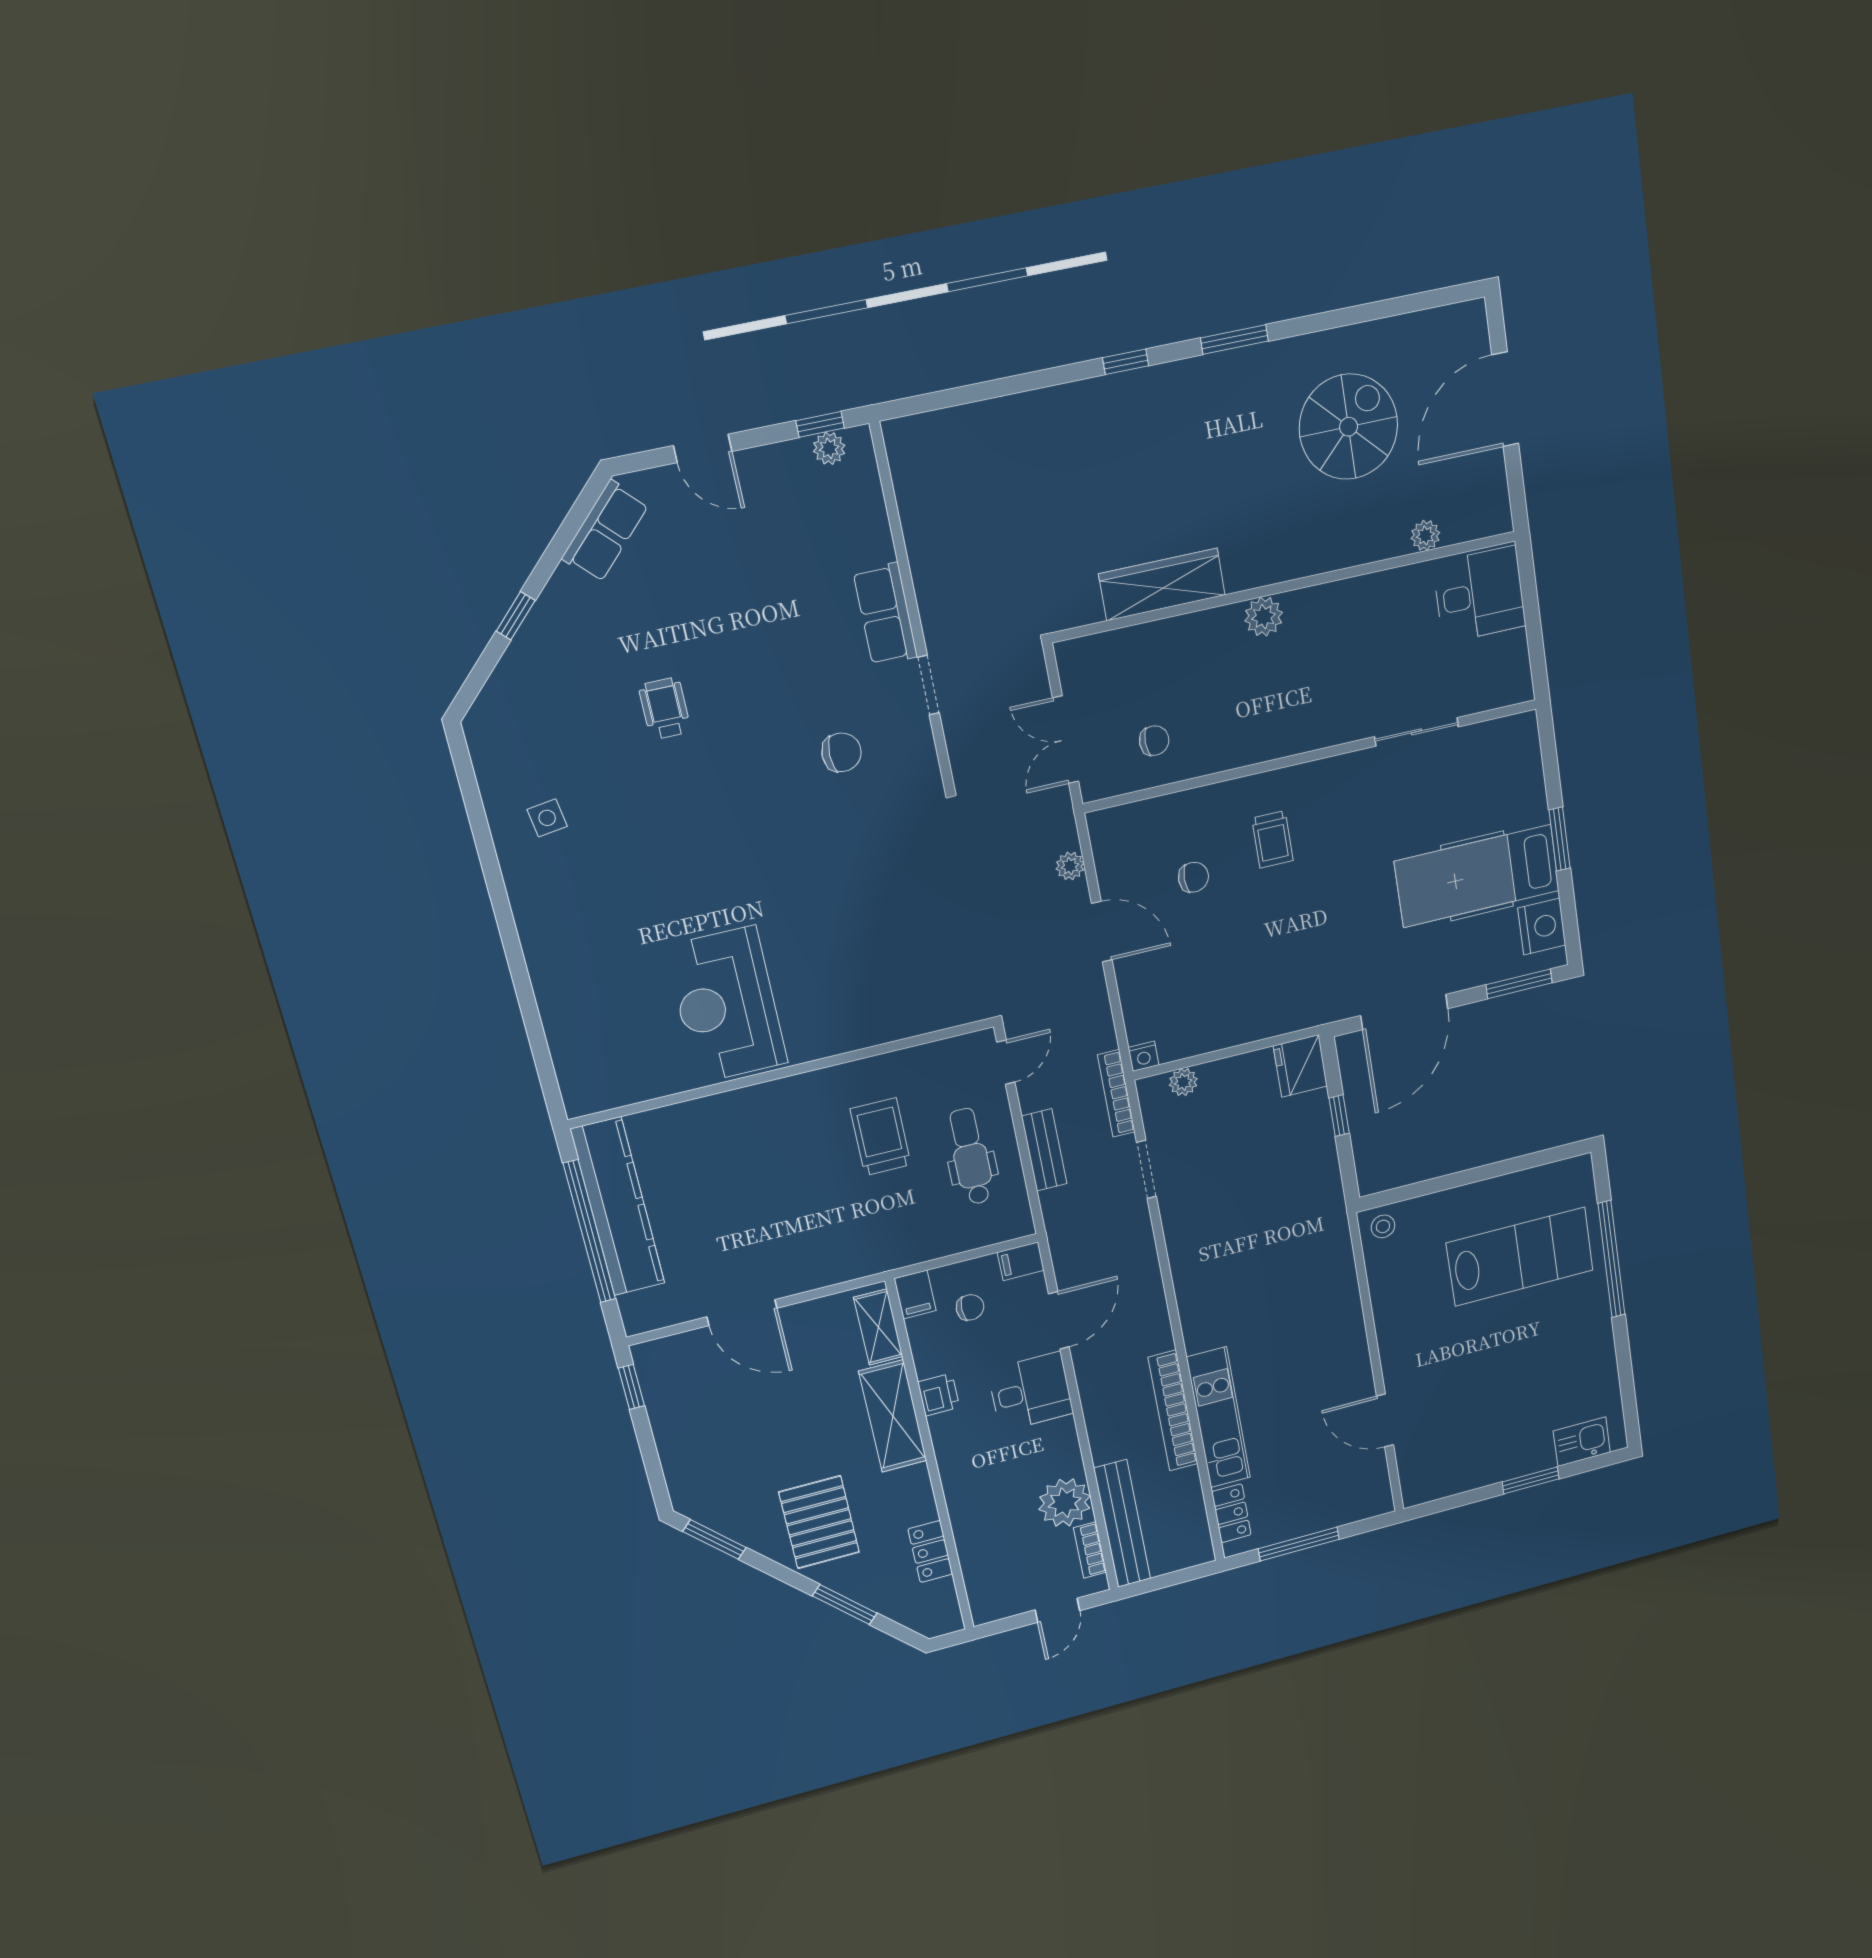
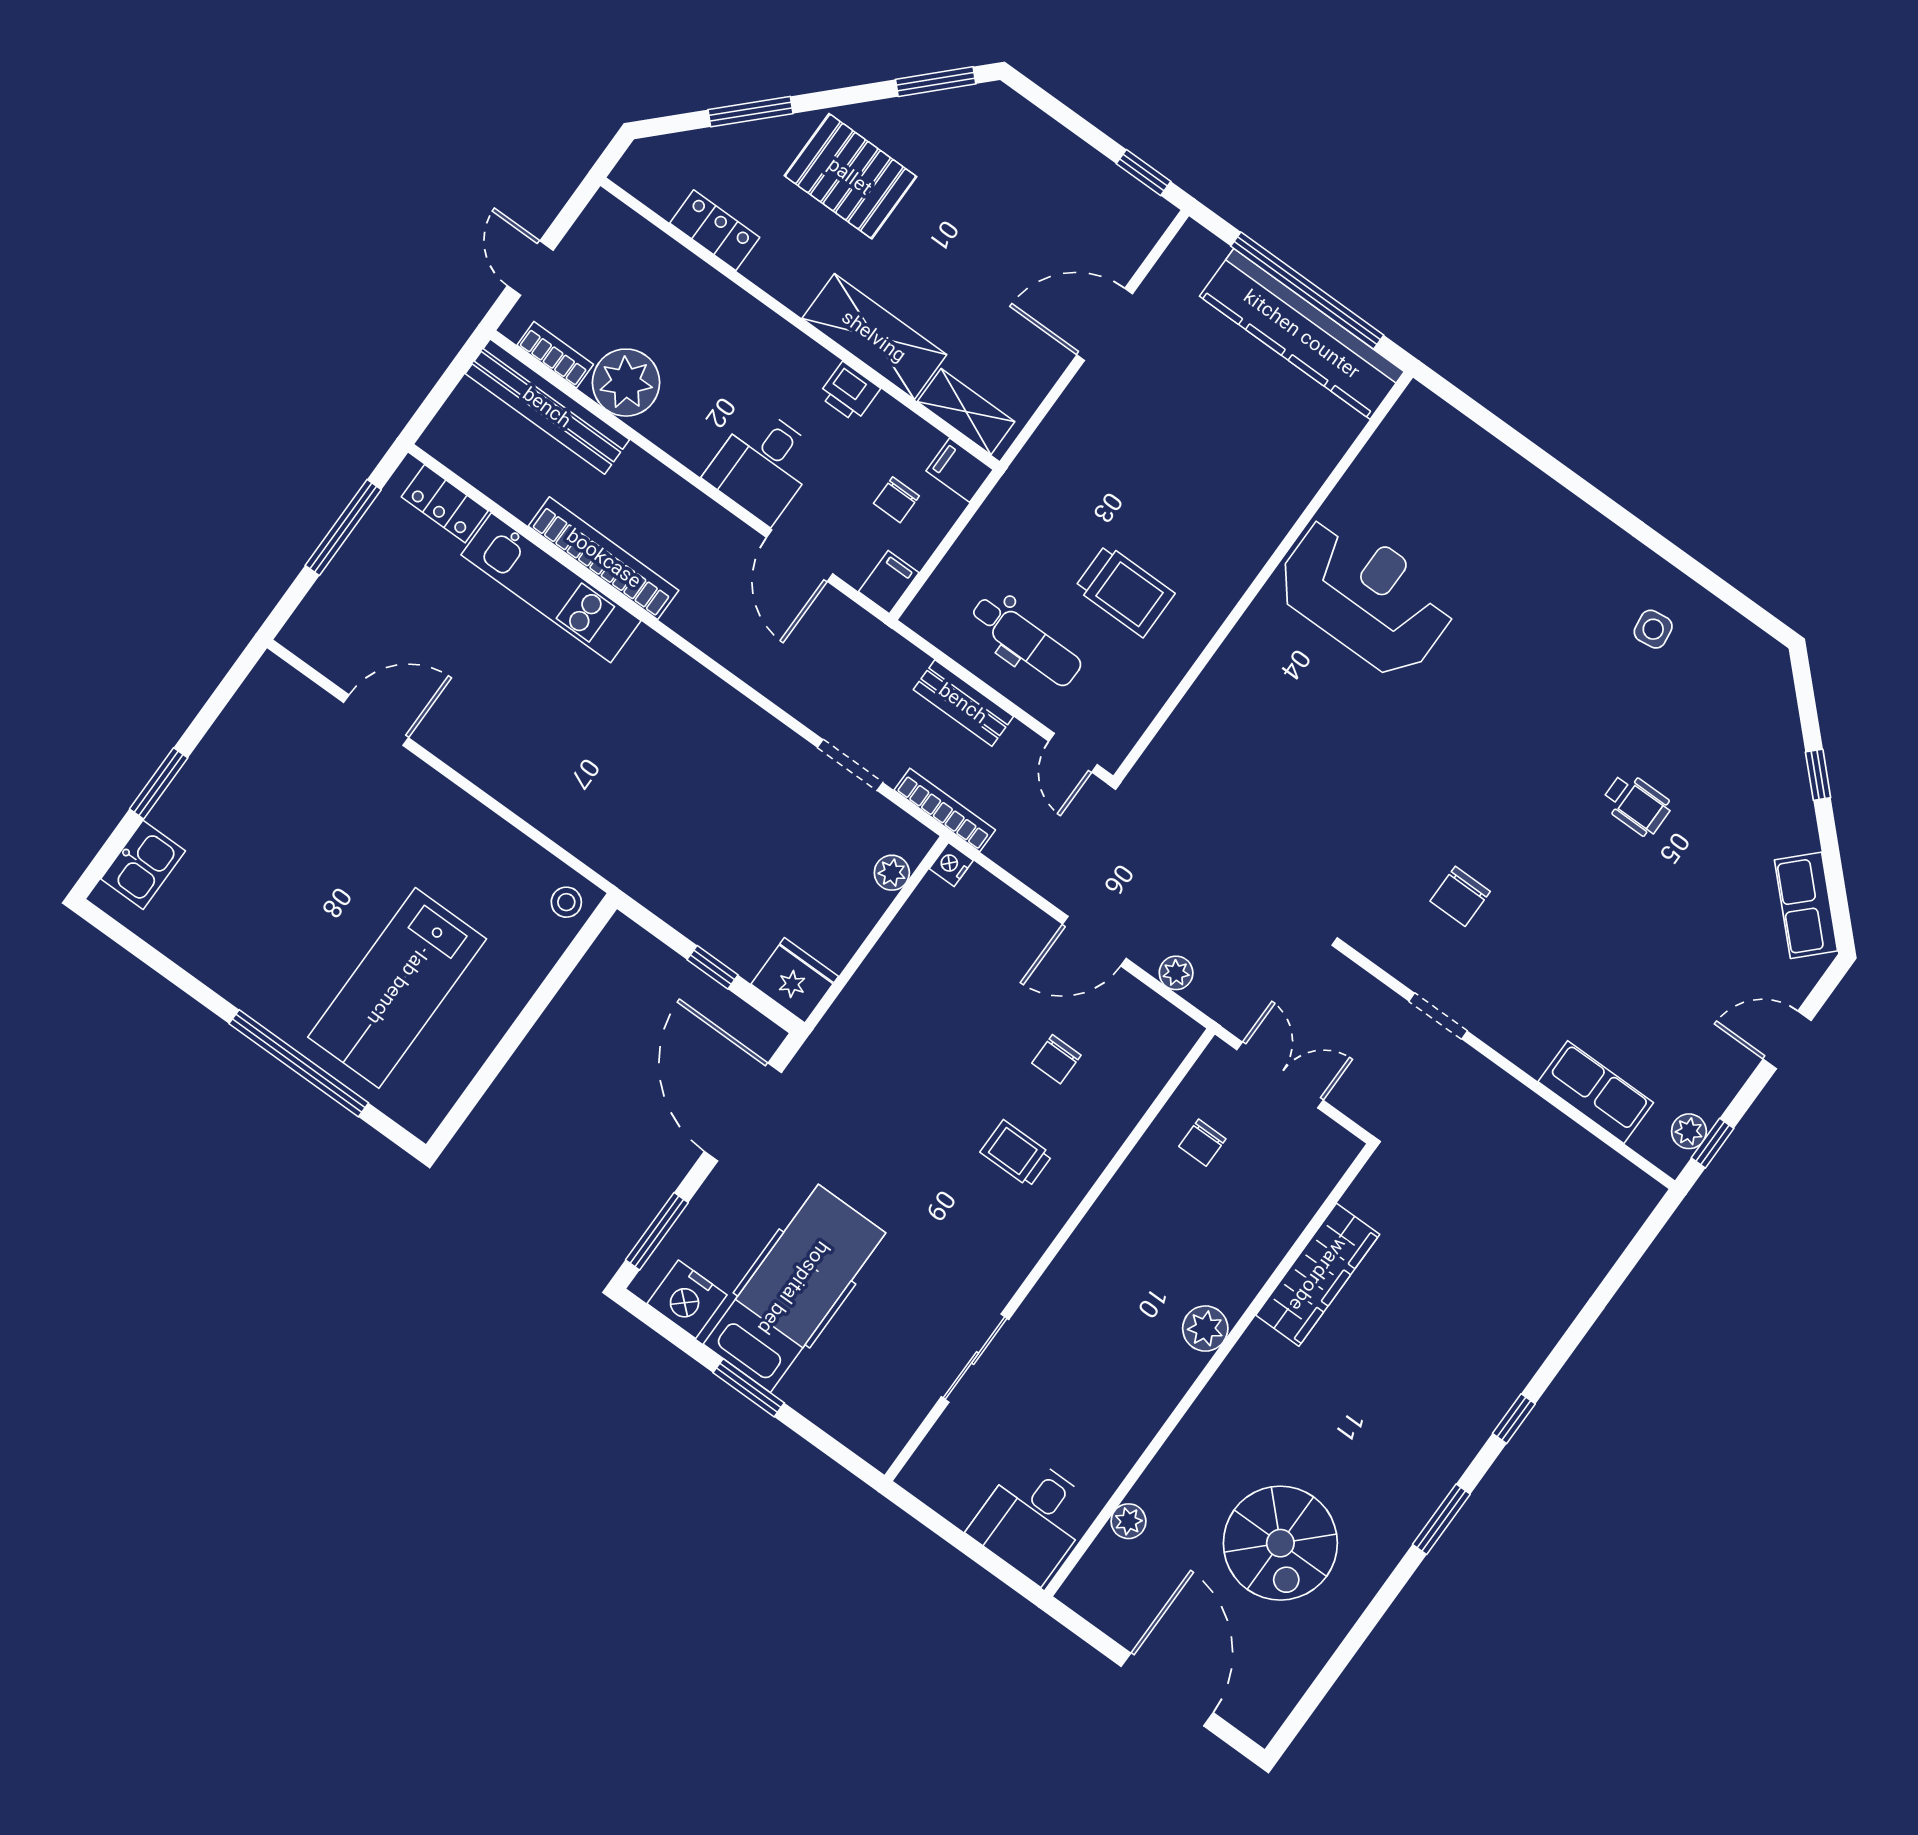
row of seats: (885, 614) -> (1596, 1092), moved

